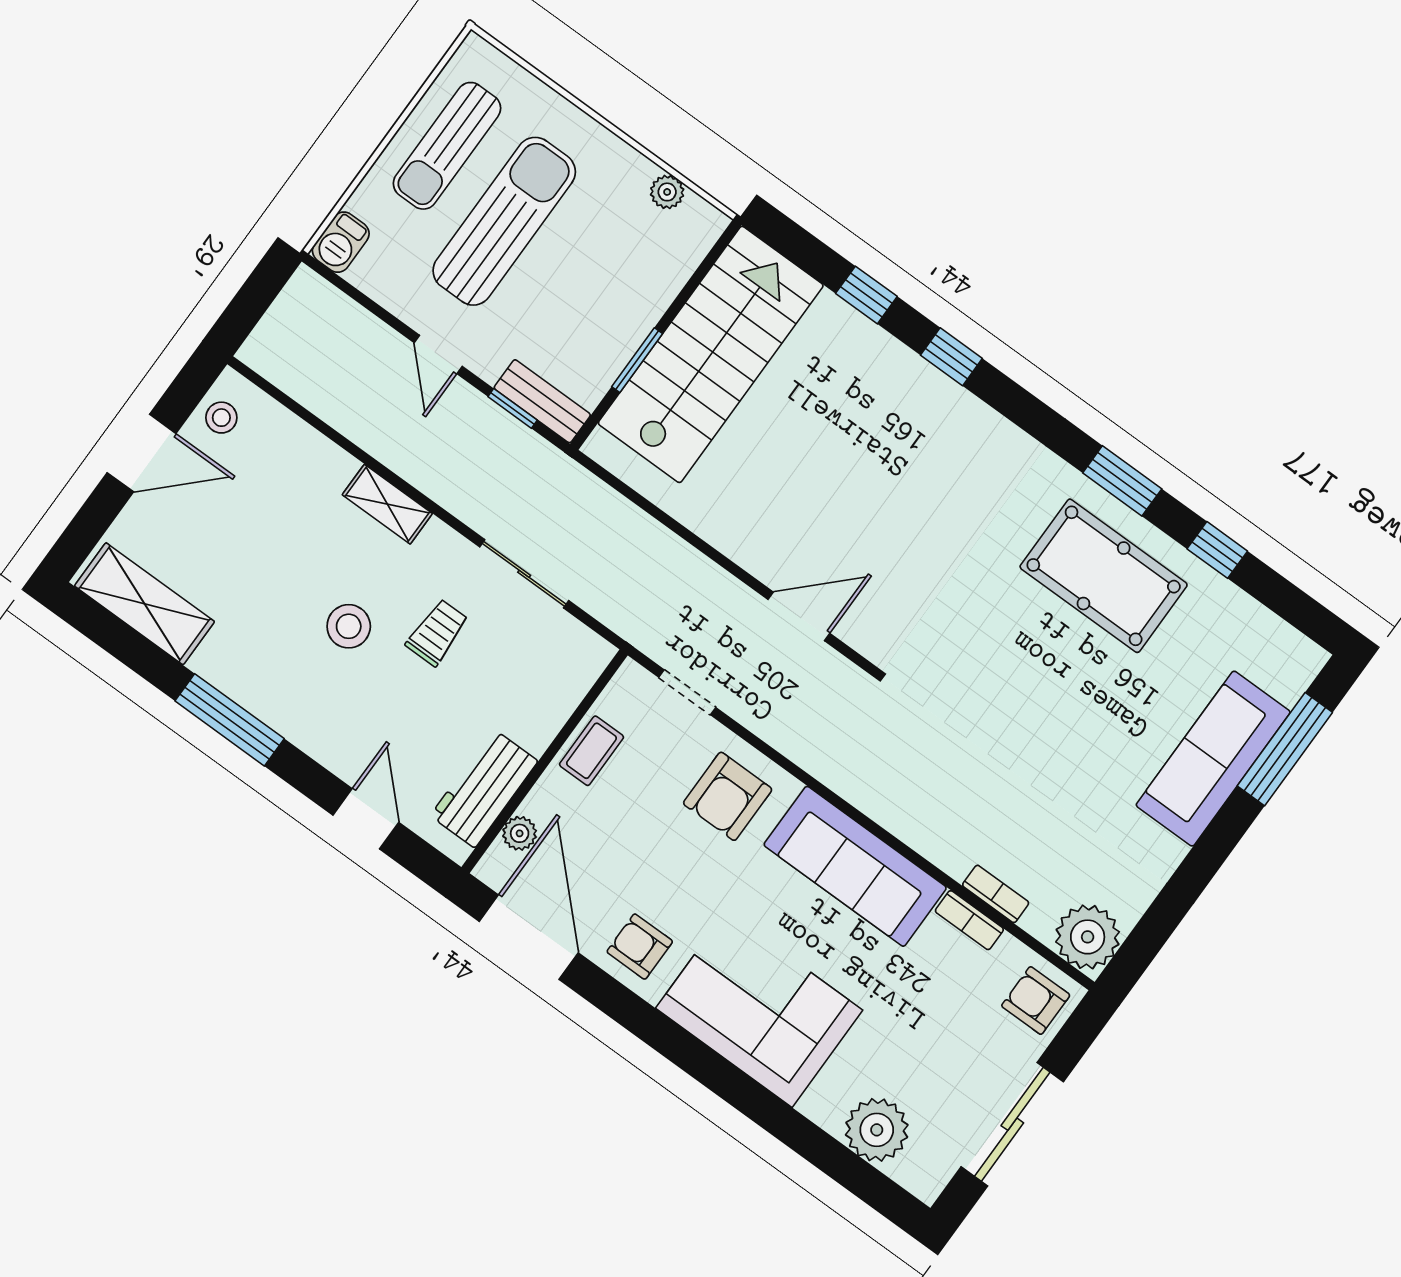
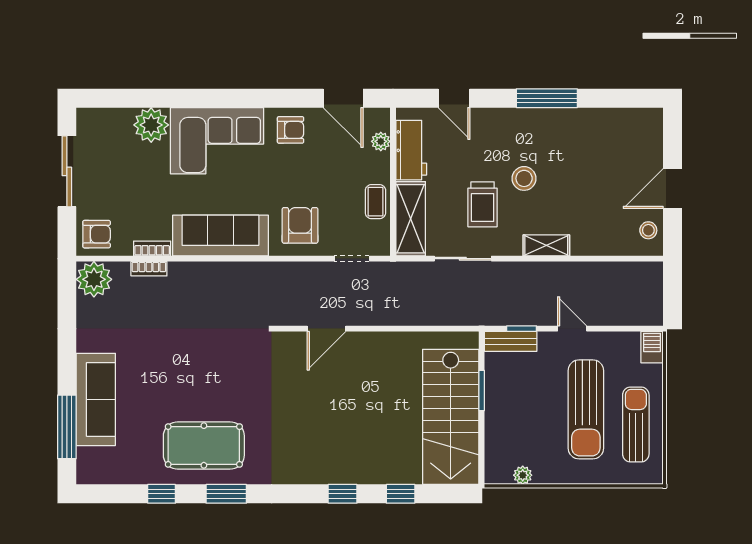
shelving: (144, 604) -> (411, 219), moved, turned 90
trolley: (437, 633) -> (483, 204), width x1.36, depth x1.39
door: (529, 937) -> (343, 98), width x0.73
plant: (877, 1130) -> (151, 125), moved

